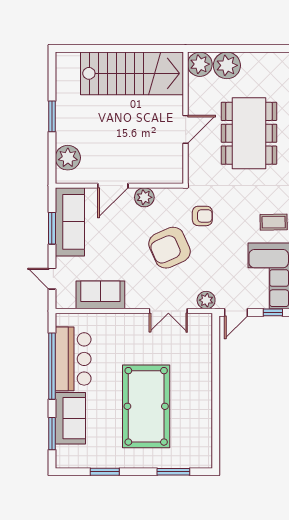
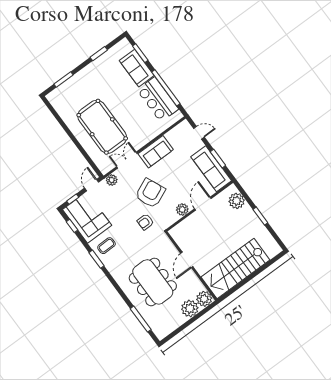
sofa: (100, 295) -> (156, 152), moved
pool table: (146, 406) -> (102, 127), moved

